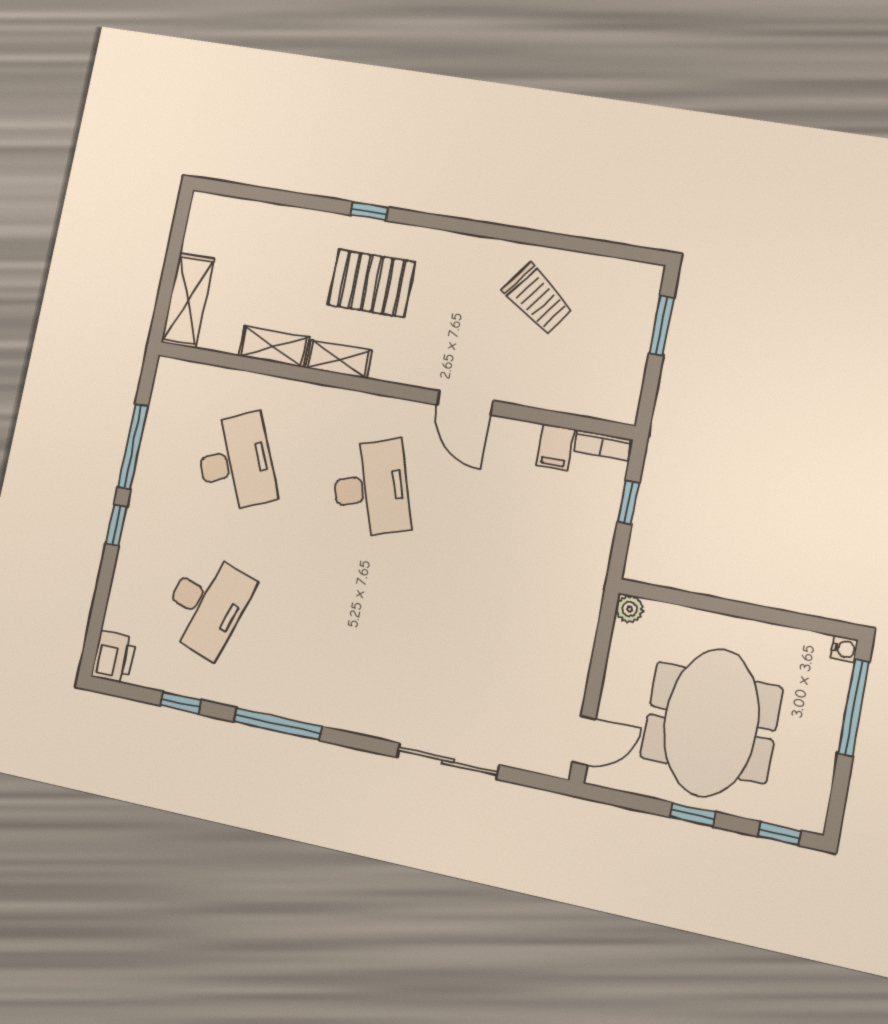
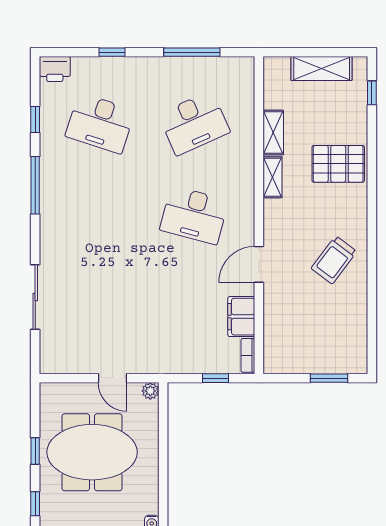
window: (370, 211) -> (372, 93), moved
pallet: (372, 283) -> (338, 164), moved, turned 90
trolley: (538, 299) -> (334, 260), moved
shelving: (188, 301) -> (322, 68), moved
filing cabinet: (555, 447) -> (241, 317), width x2.00
desk: (371, 488) -> (194, 215), turned 33
window: (116, 525) -> (112, 52), moved
door: (584, 740) -> (112, 378), moved

